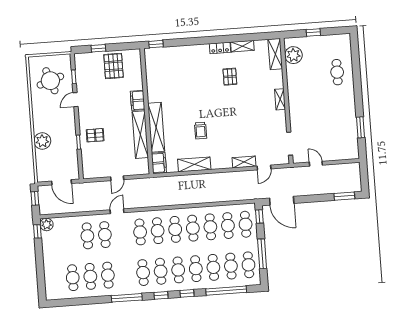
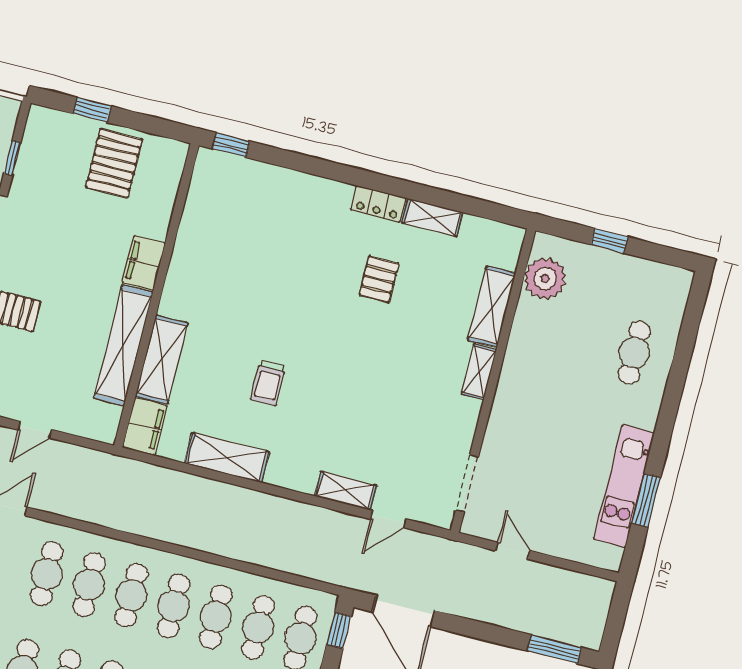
shelving: (275, 54) -> (492, 307), moved
kitchen unit: (350, 125) -> (624, 486), added
shelving: (156, 127) -> (162, 359), width x0.68

